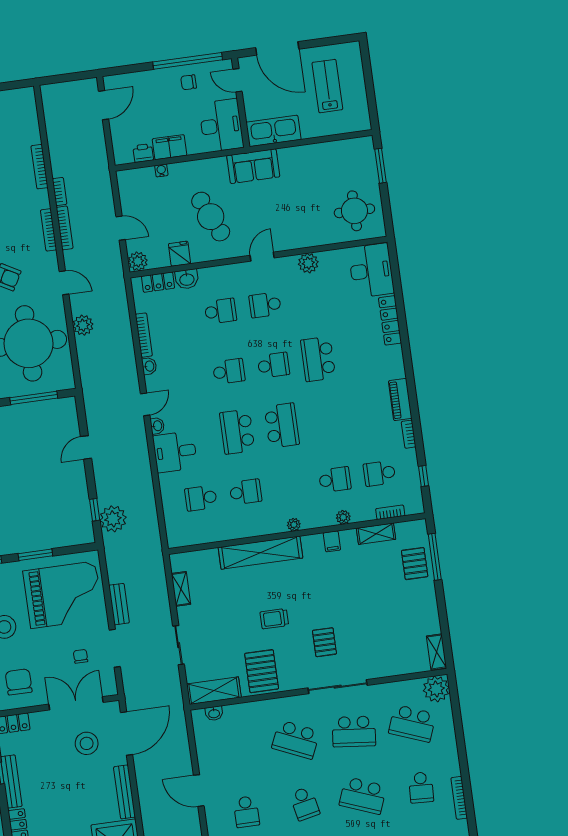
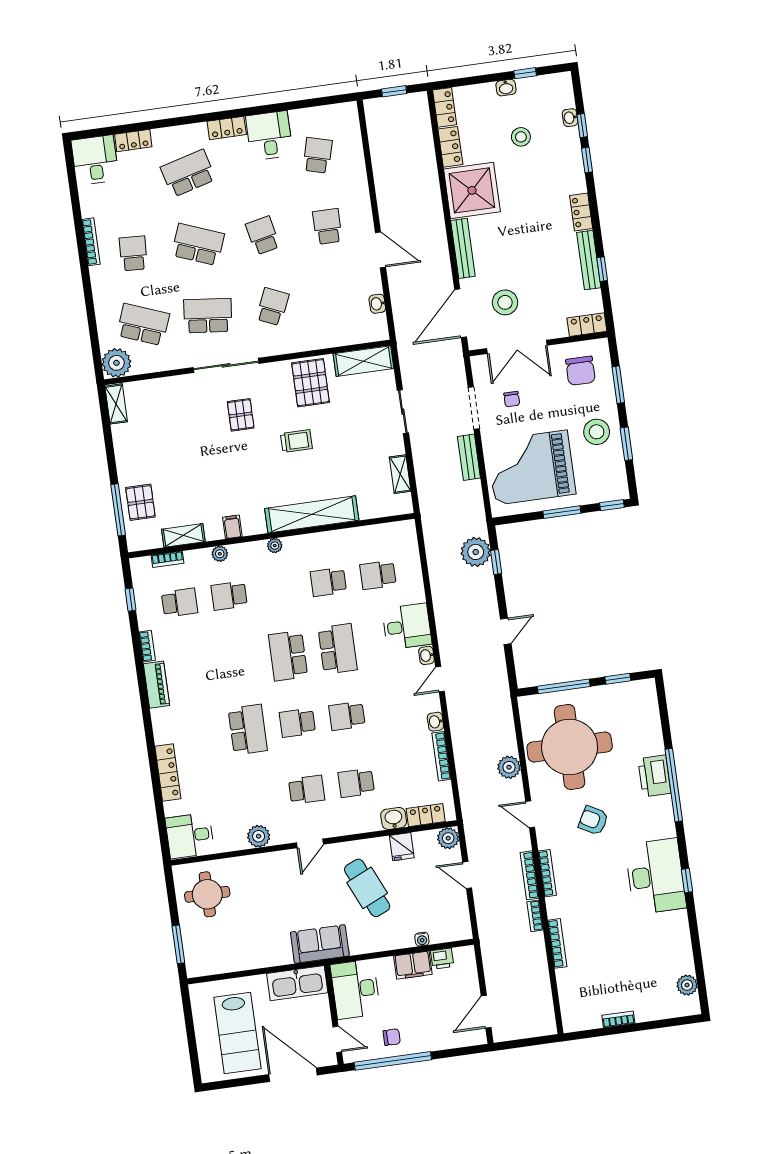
lab bench: (327, 86) -> (237, 1033), width x1.36, depth x1.39
desk: (371, 271) -> (190, 836), width x0.73
school desk: (201, 498) -> (378, 575), turned 180
washbasin: (214, 713) -> (377, 304), moved, turned -90
school desk: (296, 740) -> (273, 307), width x0.54

